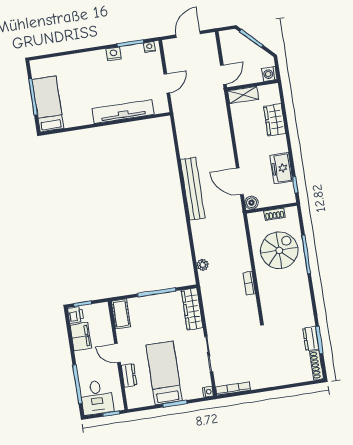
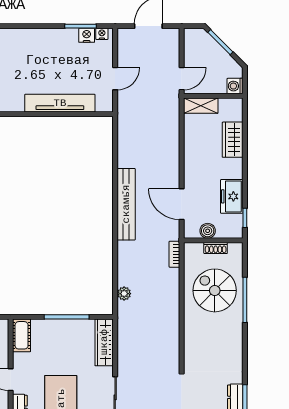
nightstand: (114, 54) -> (87, 35), moved
boiler: (252, 203) -> (208, 231), moved
spiral stairs: (279, 250) -> (215, 290), turned -90
bookcase: (249, 283) -> (174, 254), moved

